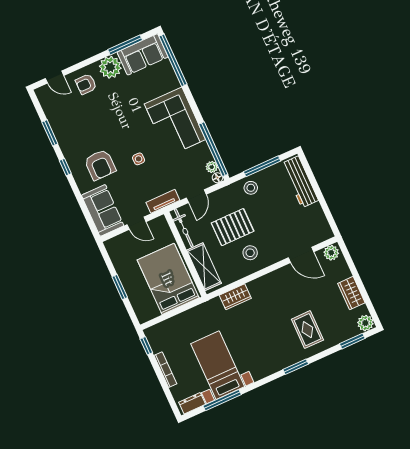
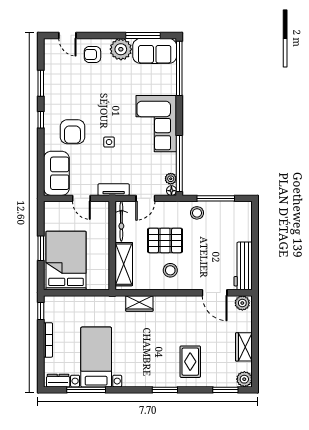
workbench: (300, 182) -> (243, 266), moved
bed: (168, 279) -> (66, 261), moved

